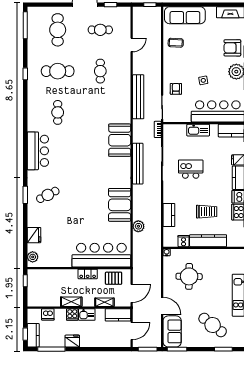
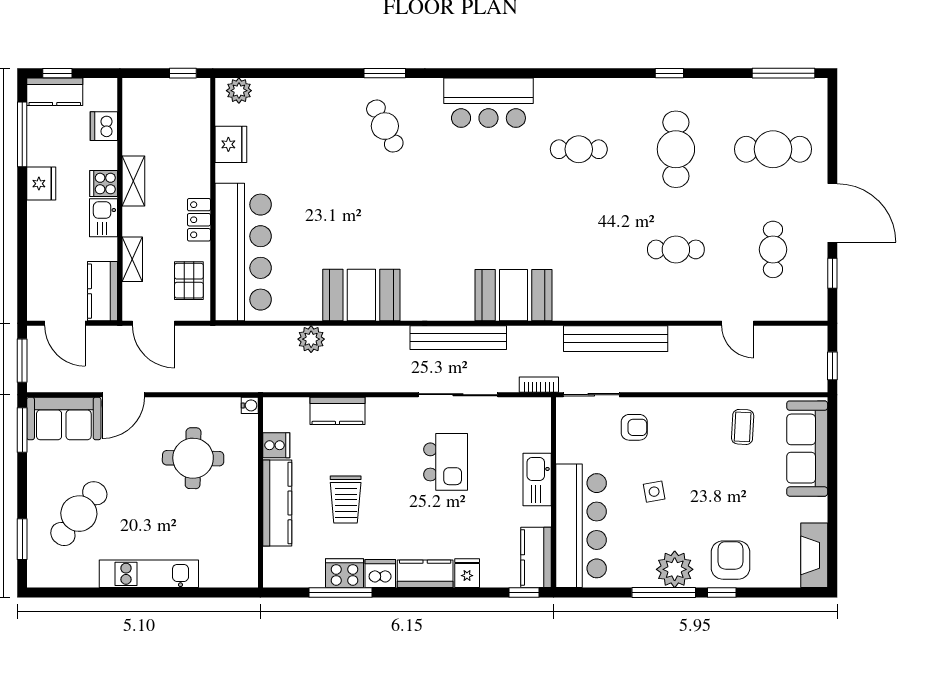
fridge: (34, 235) -> (231, 144), moved, turned -90

